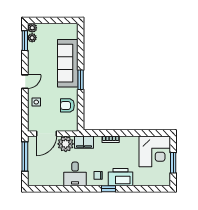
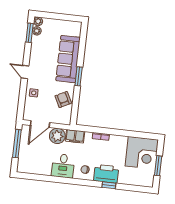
door: (25, 82) -> (25, 72), swing flipped
armchair: (67, 105) -> (63, 99), turned 63
window: (108, 189) -> (109, 185), moved

